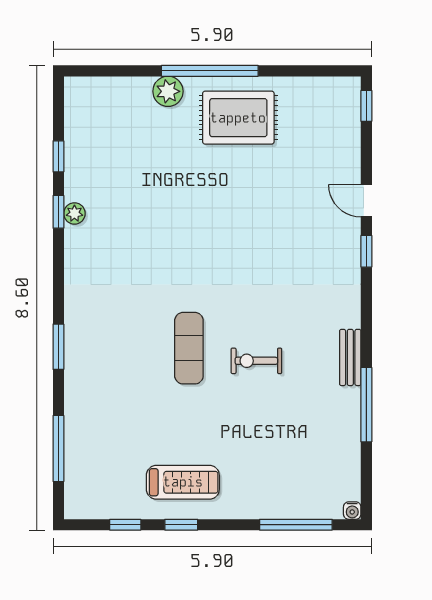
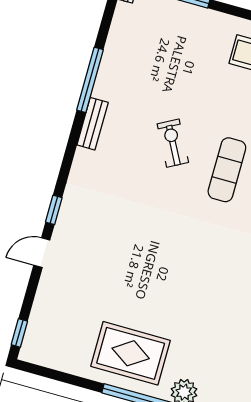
door: (366, 201) -> (42, 253), swing flipped
exercise bike: (256, 361) -> (173, 143), turned -118

